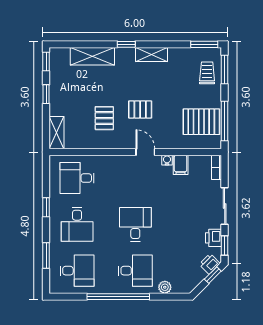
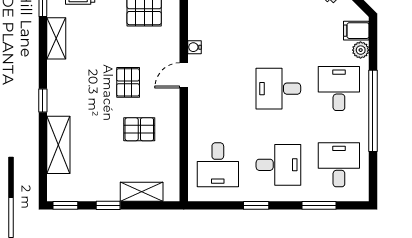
shelving: (151, 55) -> (56, 38), moved
shelving: (56, 133) -> (142, 192), moved
filing cabinet: (181, 165) -> (356, 31), moved, turned 180

